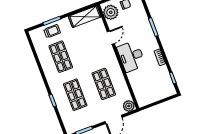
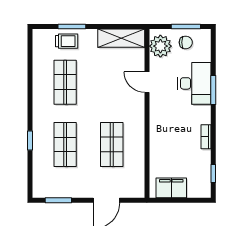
door: (111, 38) -> (147, 82), swing flipped
desk: (131, 56) -> (194, 83), moved, turned 180
filing cabinet: (150, 97) -> (171, 188), added
plant: (129, 106) -> (135, 189), removed

